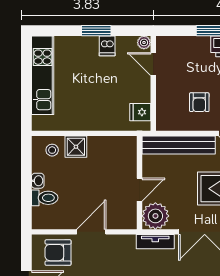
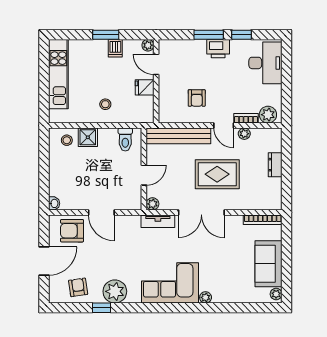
stool: (96, 109) -> (105, 104), added
fridge: (140, 112) -> (145, 87), moved
washbasin: (38, 181) -> (54, 203), moved
toilet: (45, 198) -> (125, 139), moved, turned 90
plant: (155, 216) -> (152, 204), width x0.53, depth x0.53
door: (91, 232) -> (101, 212), swing flipped

